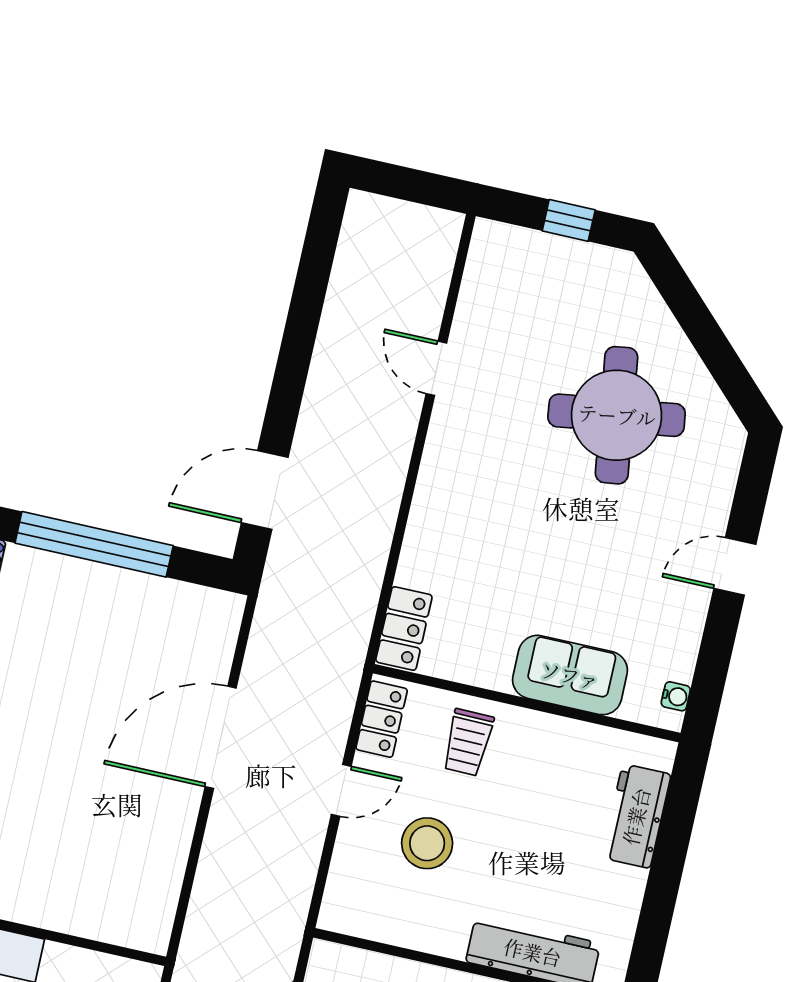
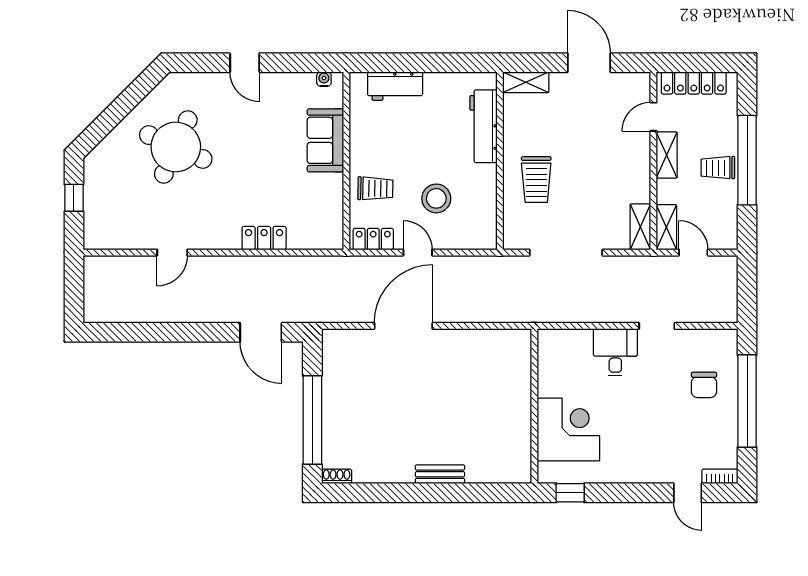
round table: (617, 415) -> (176, 147), turned 32
locker: (404, 628) -> (264, 238), moved
door: (221, 737) -> (403, 326), swing flipped

